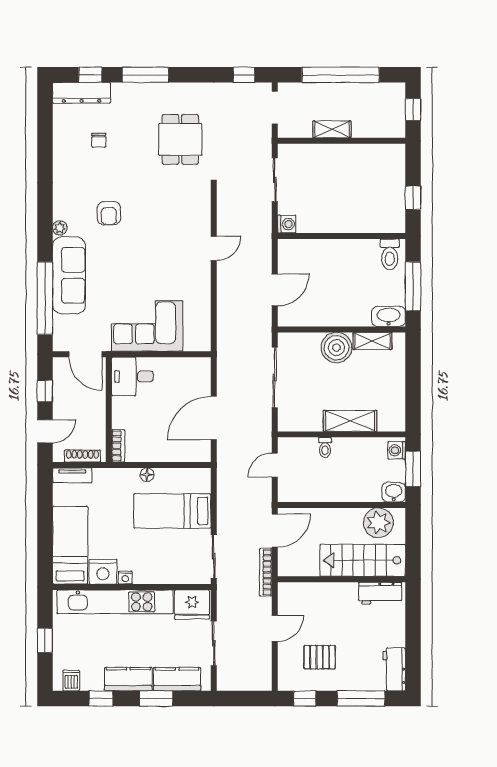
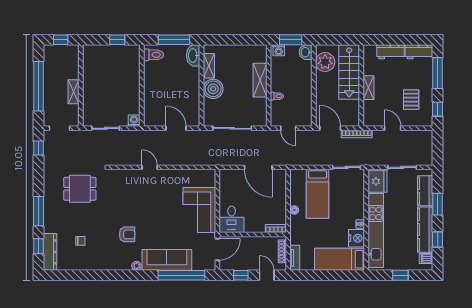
shelving: (338, 591) -> (369, 88), added
workbench: (380, 593) -> (390, 52), moved, turned 90
kitchen counter: (128, 679) -> (425, 230), width x1.50

